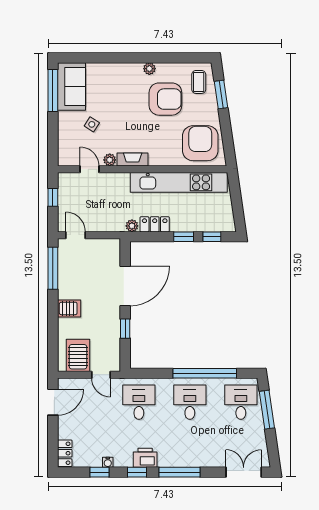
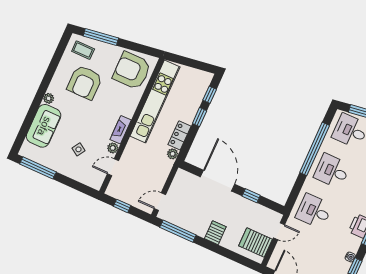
plant: (149, 69) -> (49, 98), moved
sofa: (71, 86) -> (44, 126), moved, turned 90
window: (221, 94) -> (101, 37), width x1.44
armchair: (165, 99) -> (85, 82), turned 180

